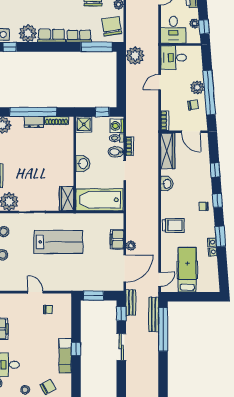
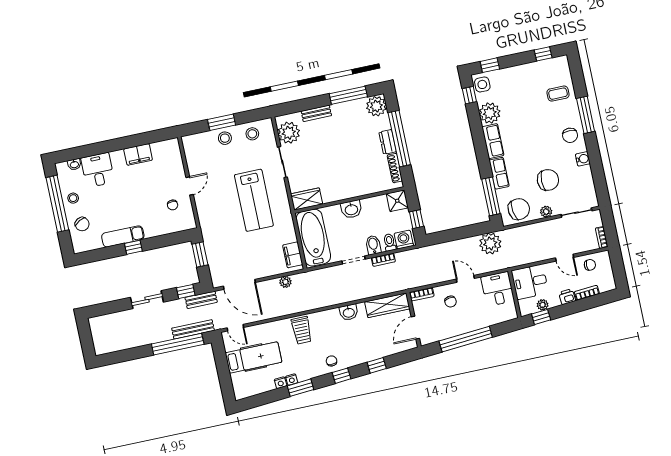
plant: (197, 87) -> (469, 324), removed
chair: (193, 105) -> (451, 301), moved
filing cabinet: (117, 239) -> (293, 255), moved, turned -90
plant: (131, 246) -> (285, 282), moved

